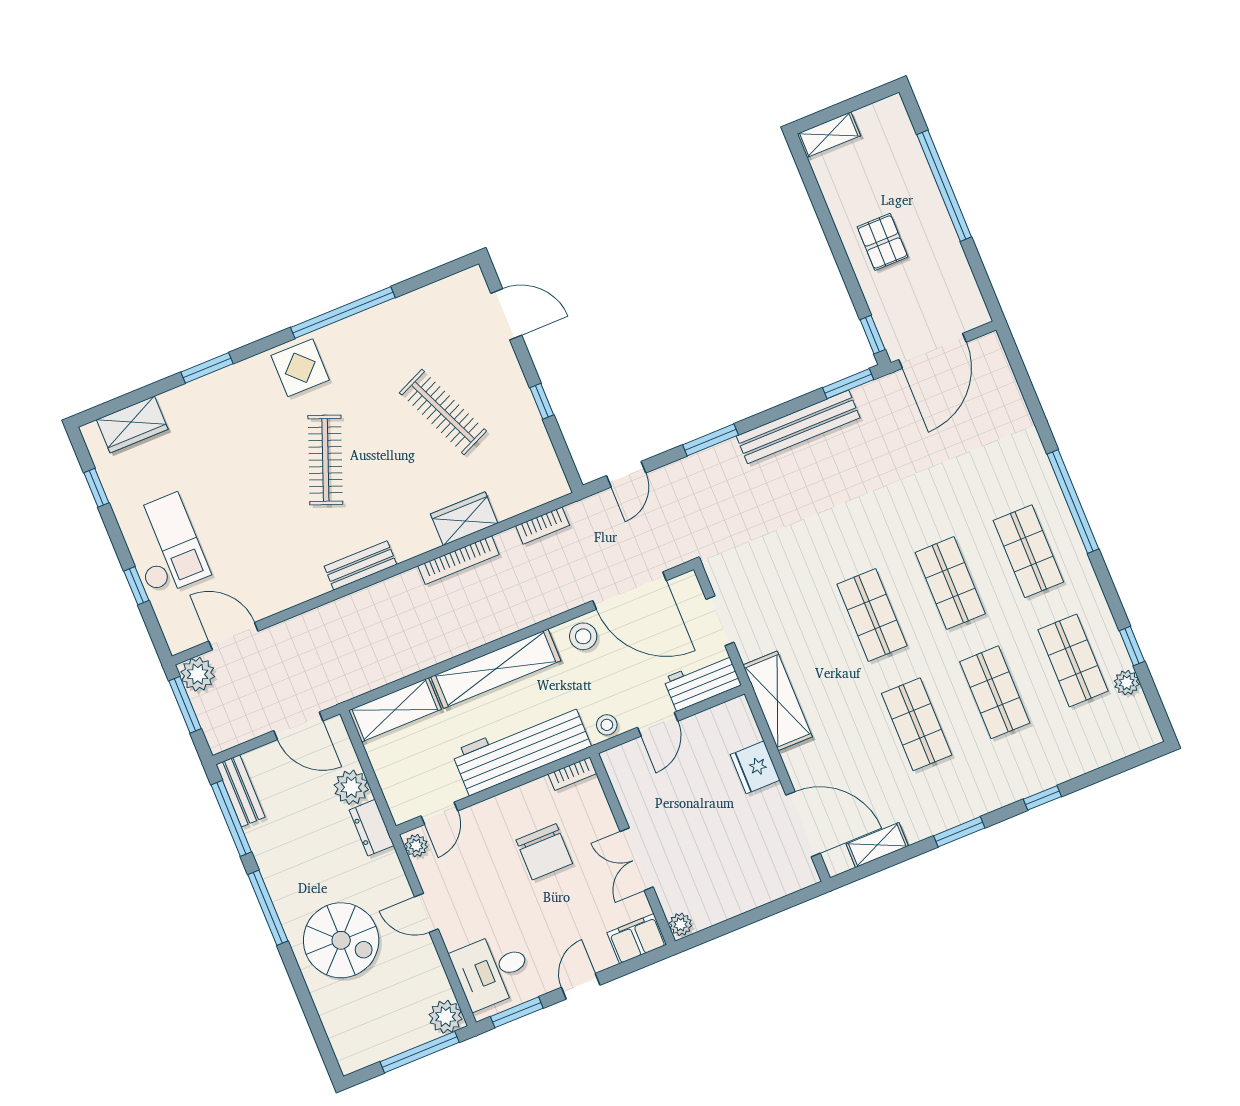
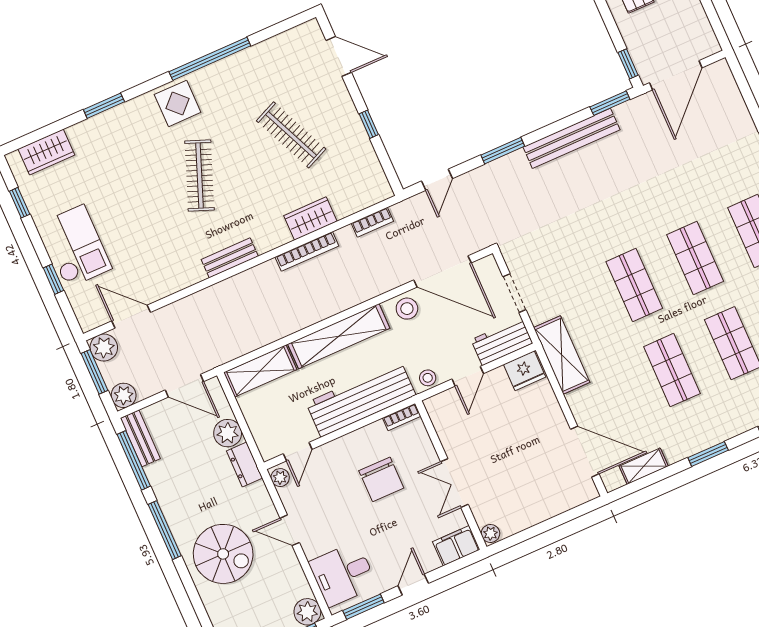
plant: (221, 736) -> (124, 395), added
fridge: (755, 767) -> (525, 371), moved, turned -90

